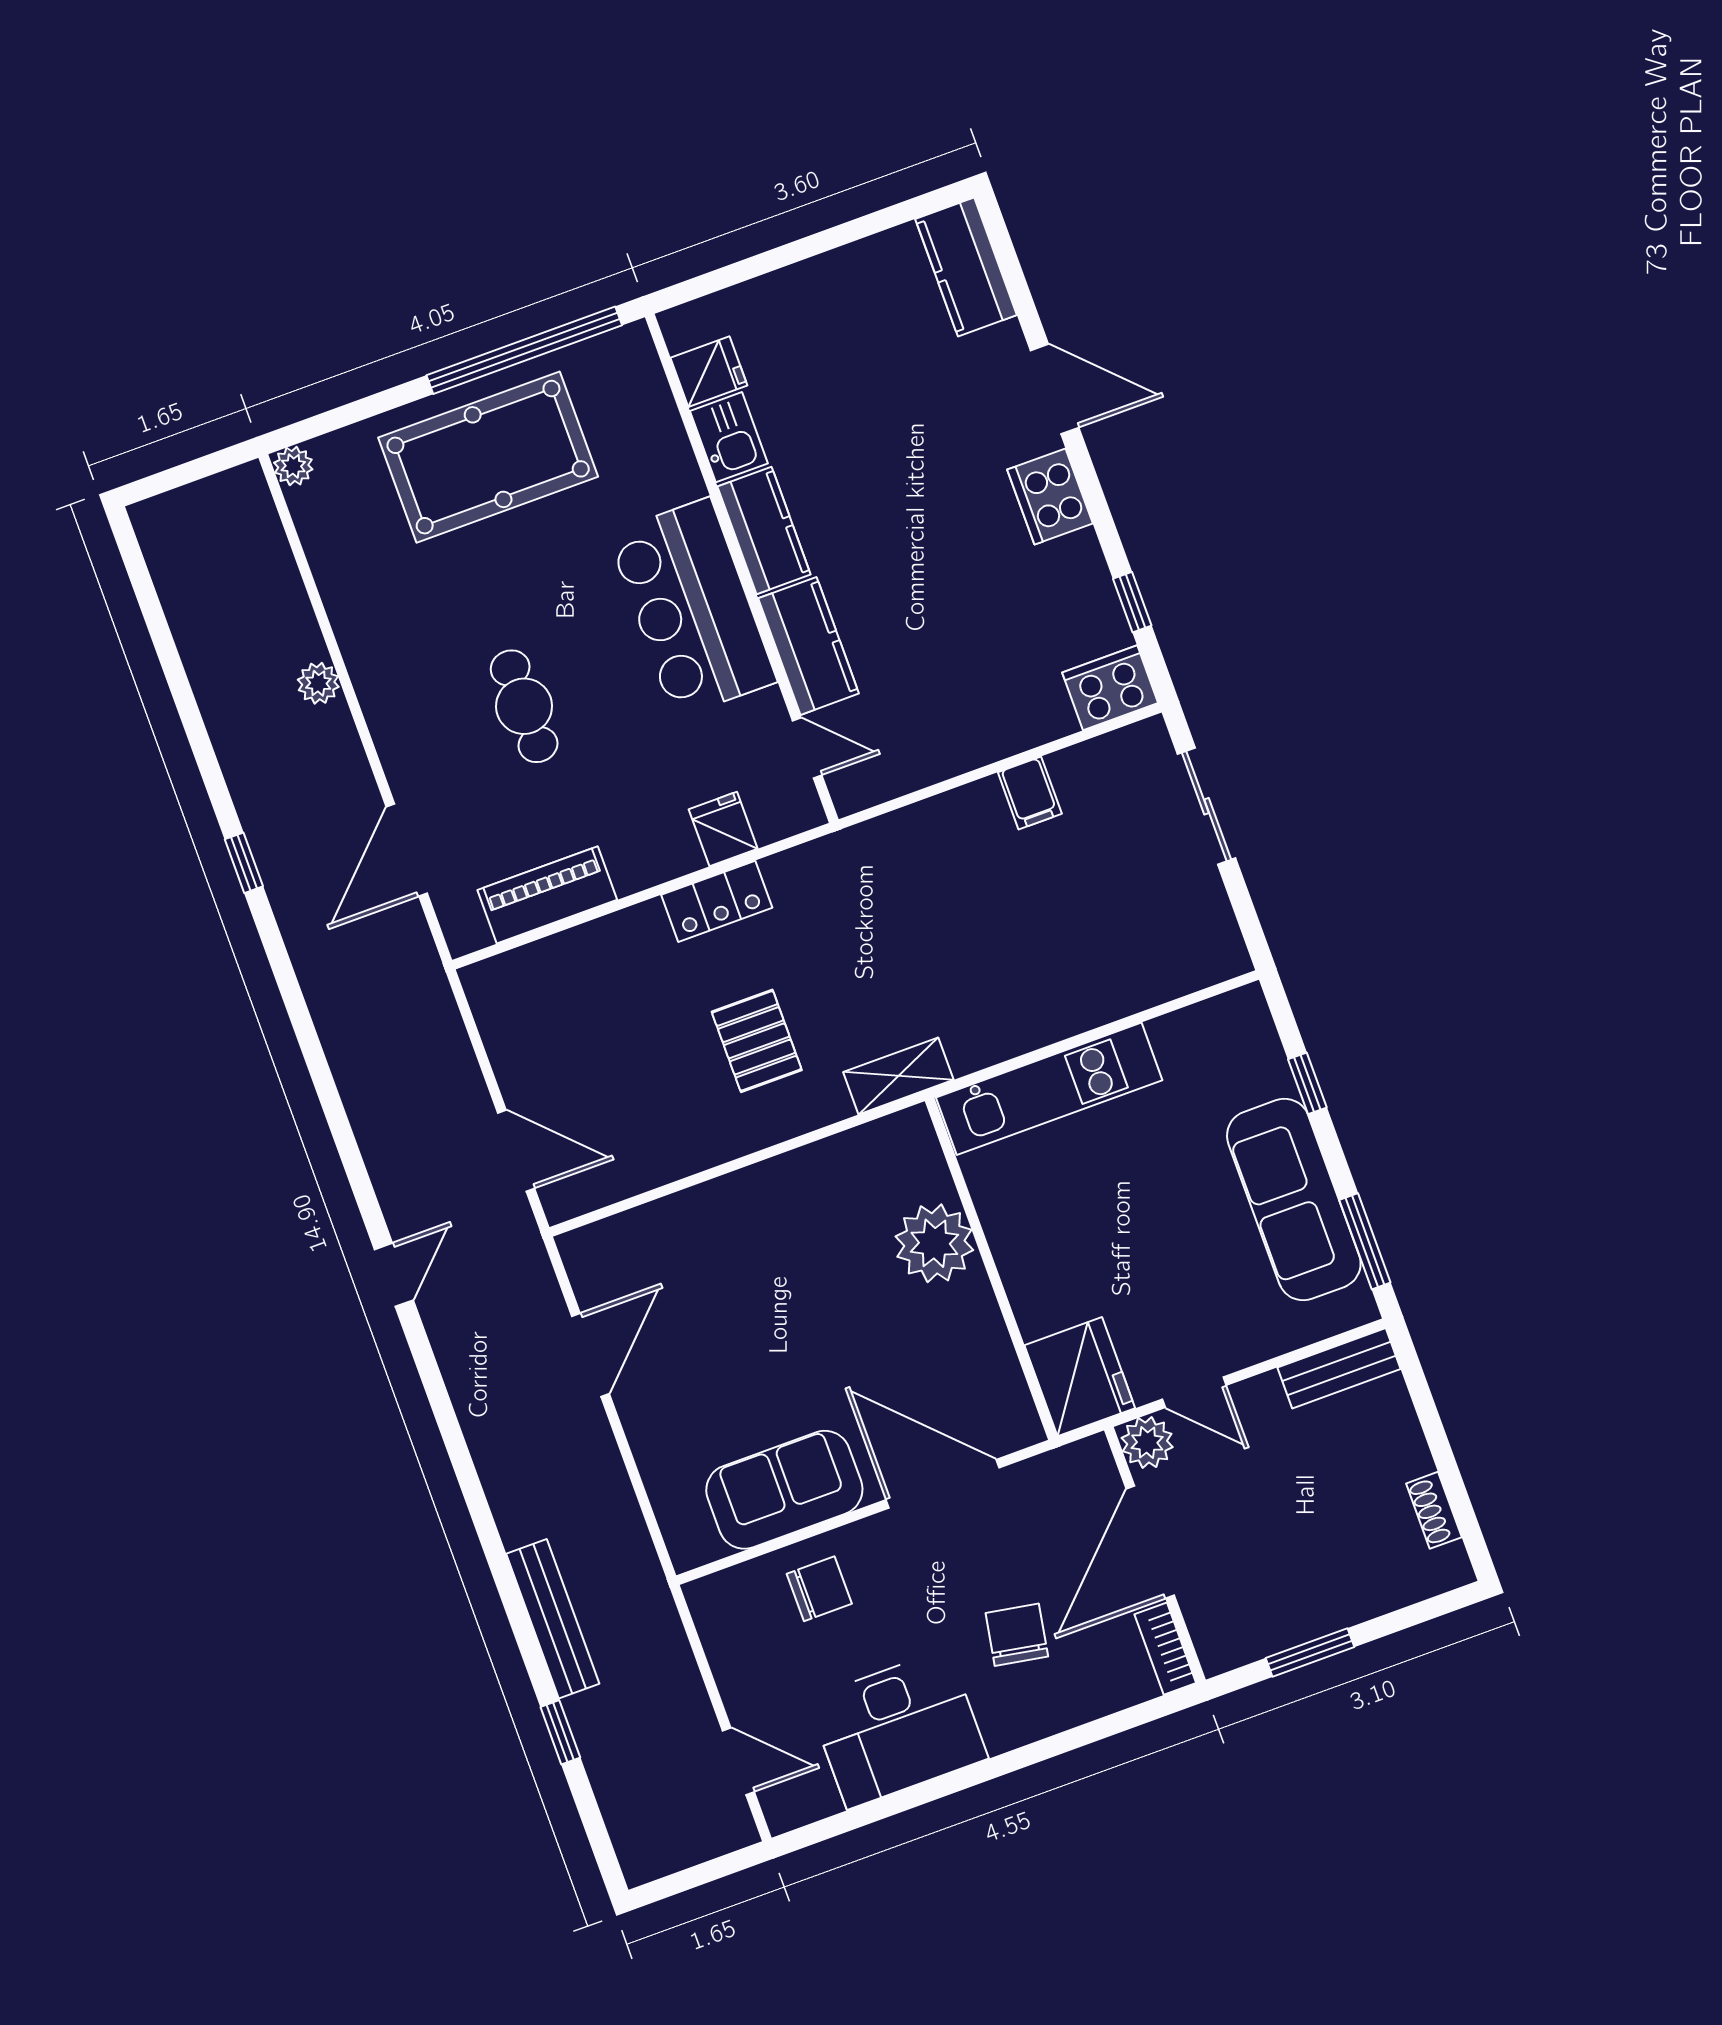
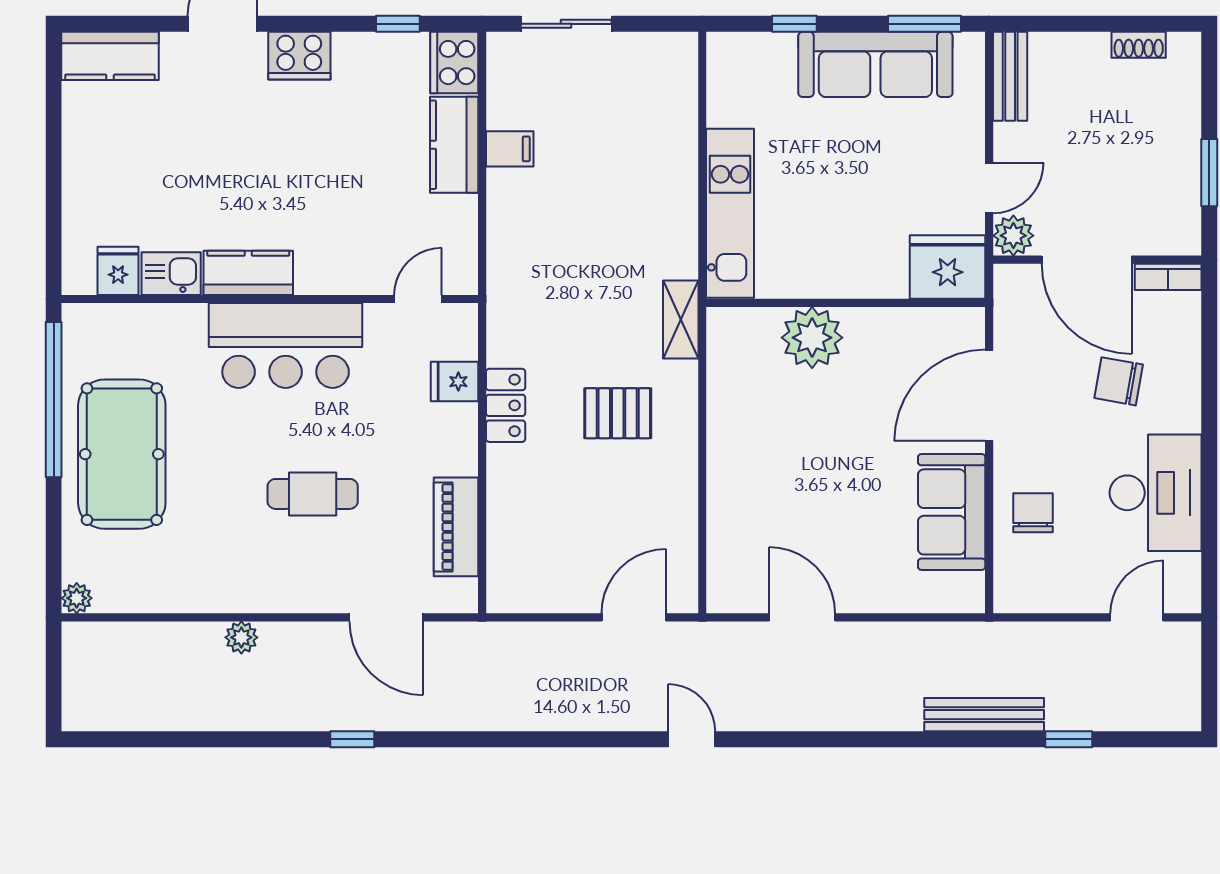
kitchen counter: (809, 646) -> (454, 145), moved, turned -90

